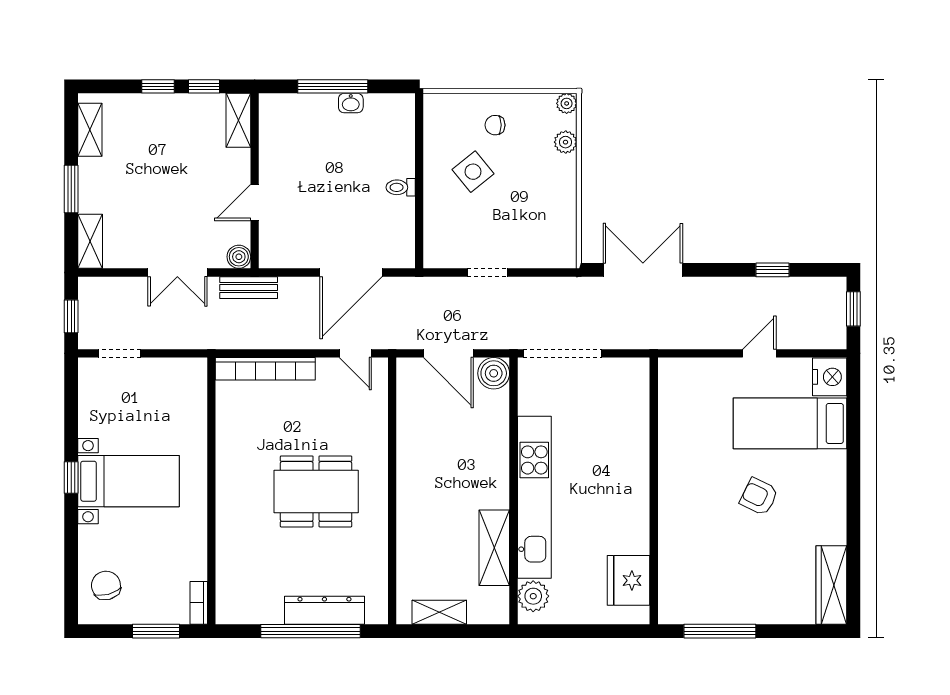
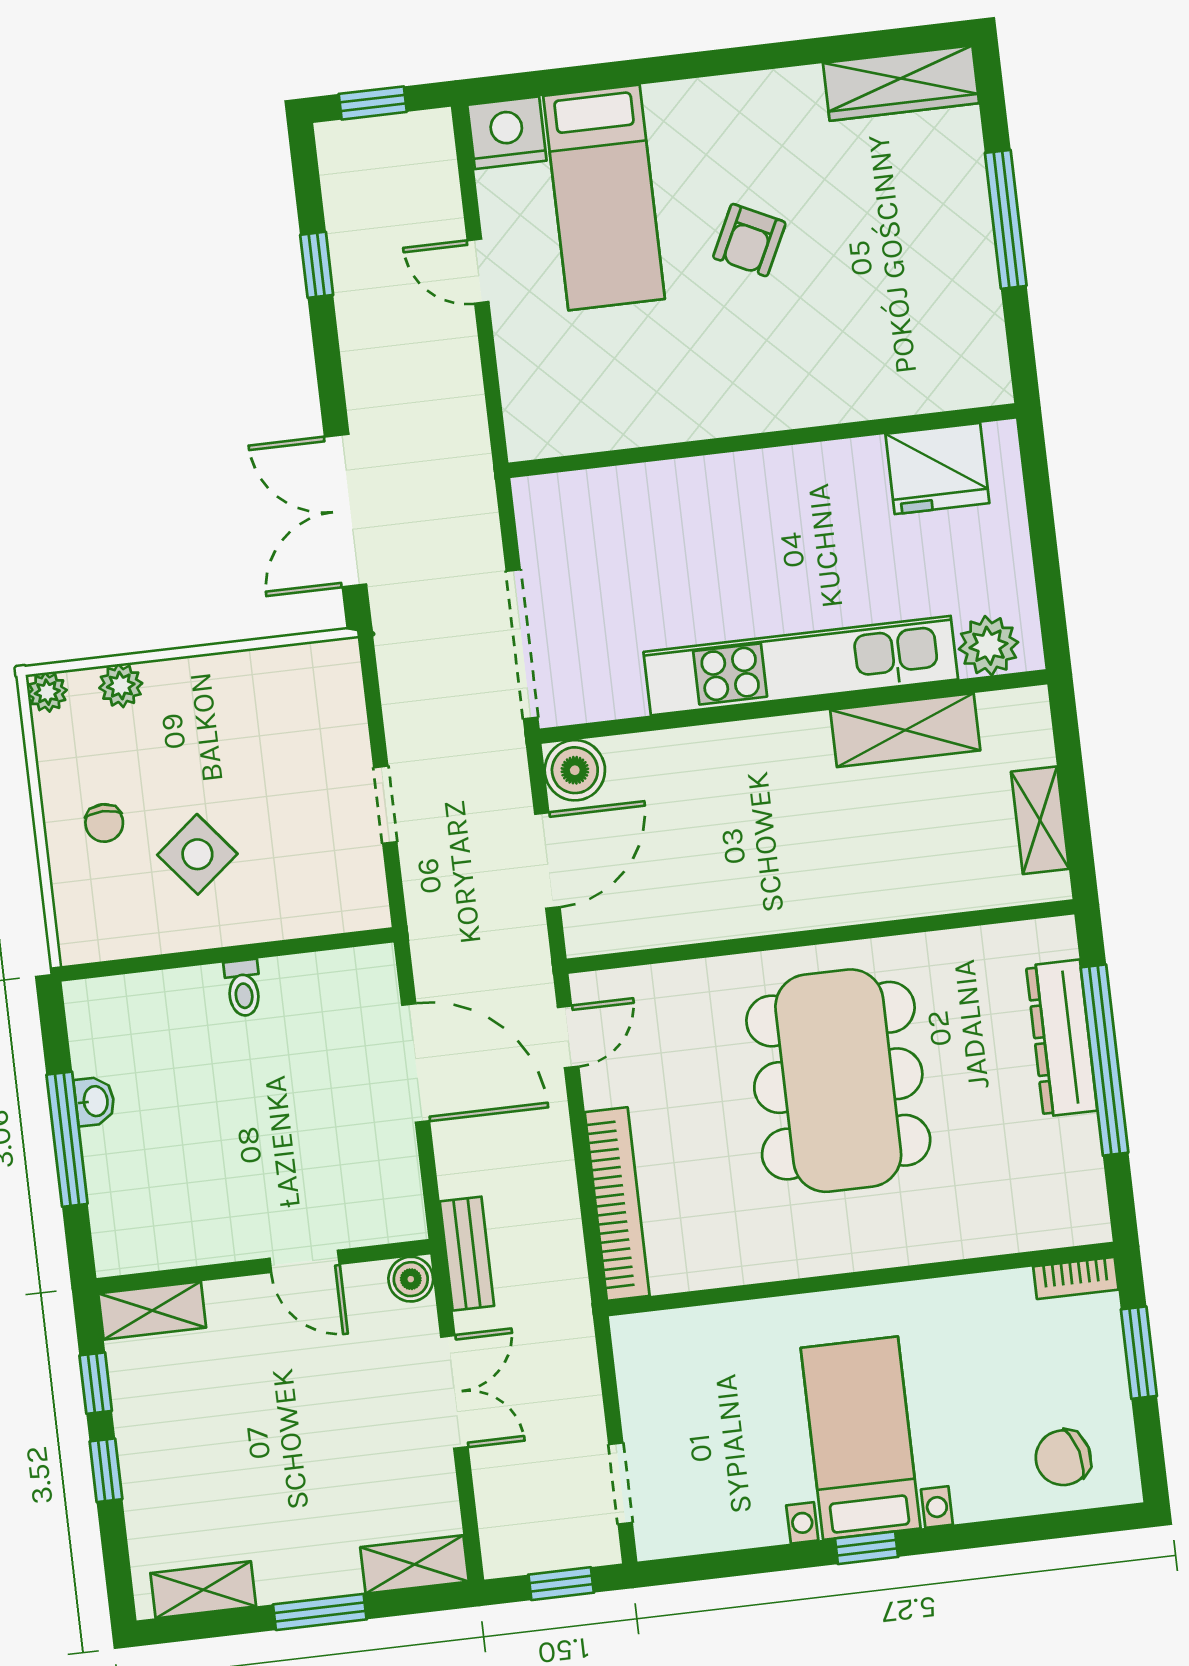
dining table: (316, 491) -> (838, 1081), width x1.36, depth x1.24
window: (720, 631) -> (1006, 219), moved

